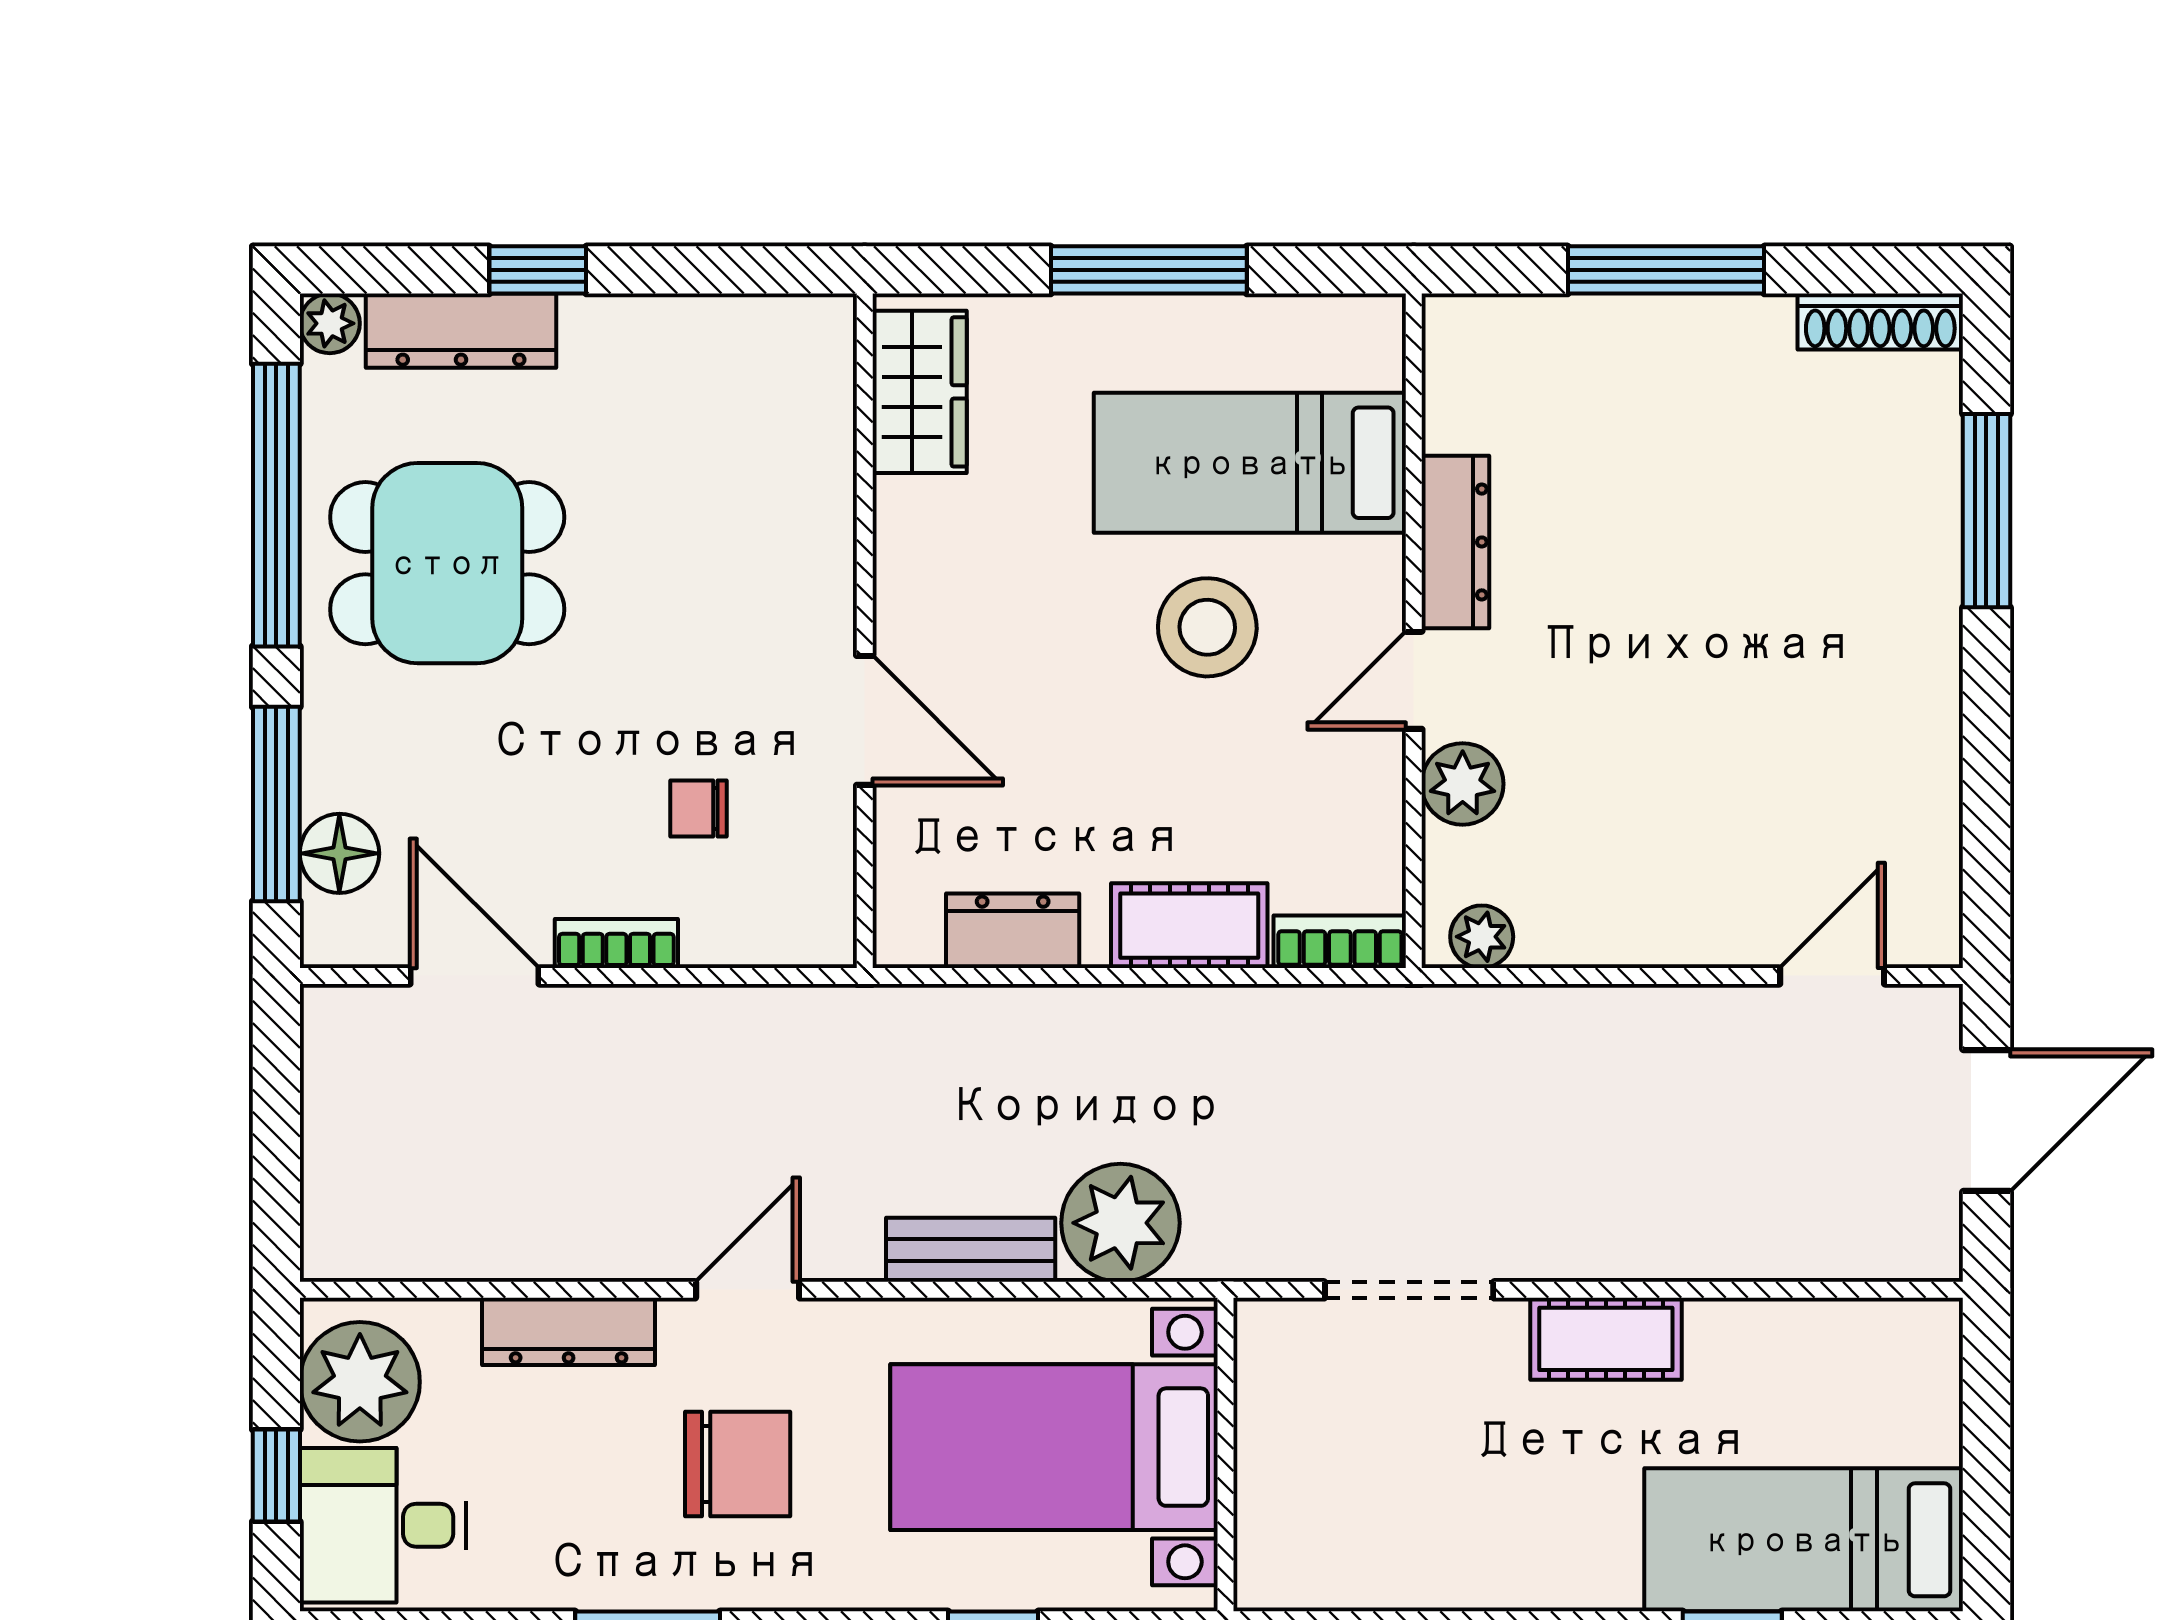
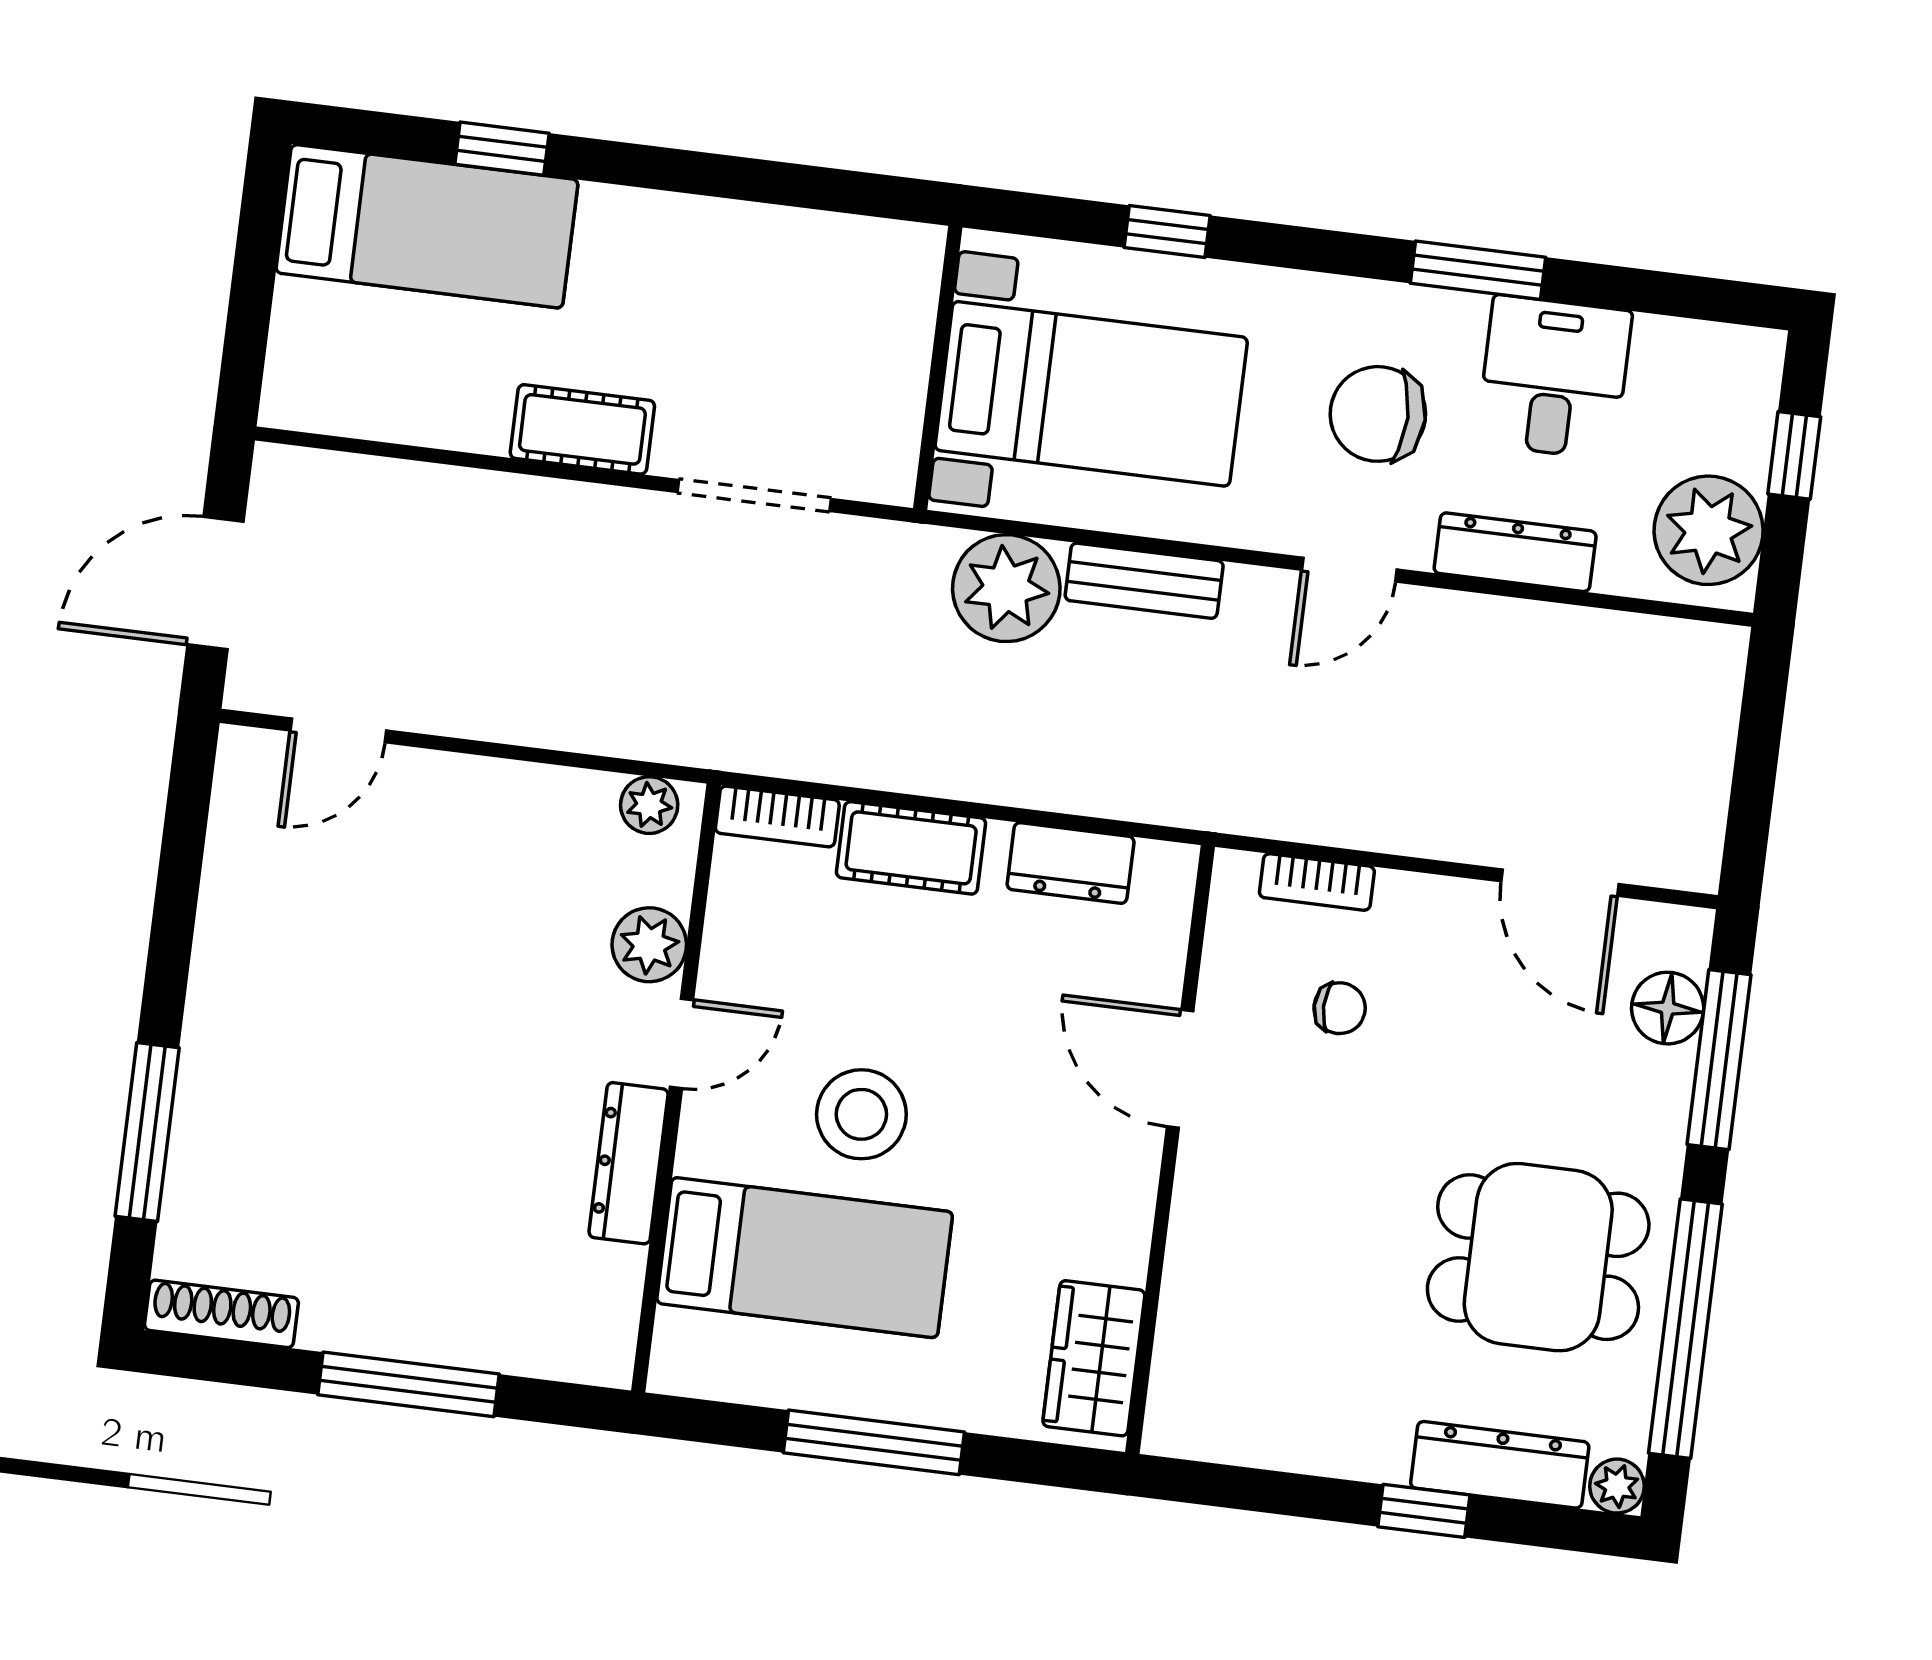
bookcase: (616, 944) -> (1317, 882), moved
desk: (383, 1525) -> (1554, 377), moved, turned -90

